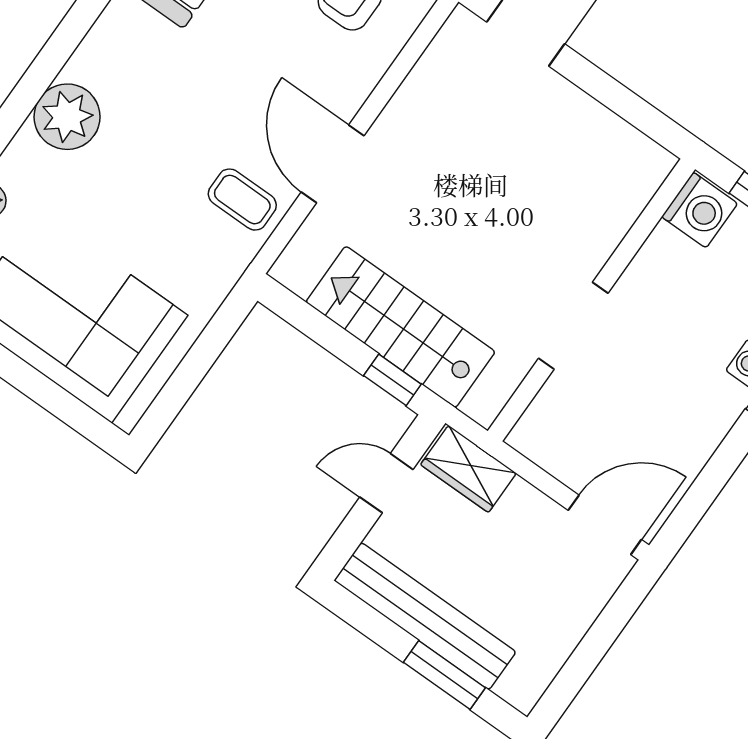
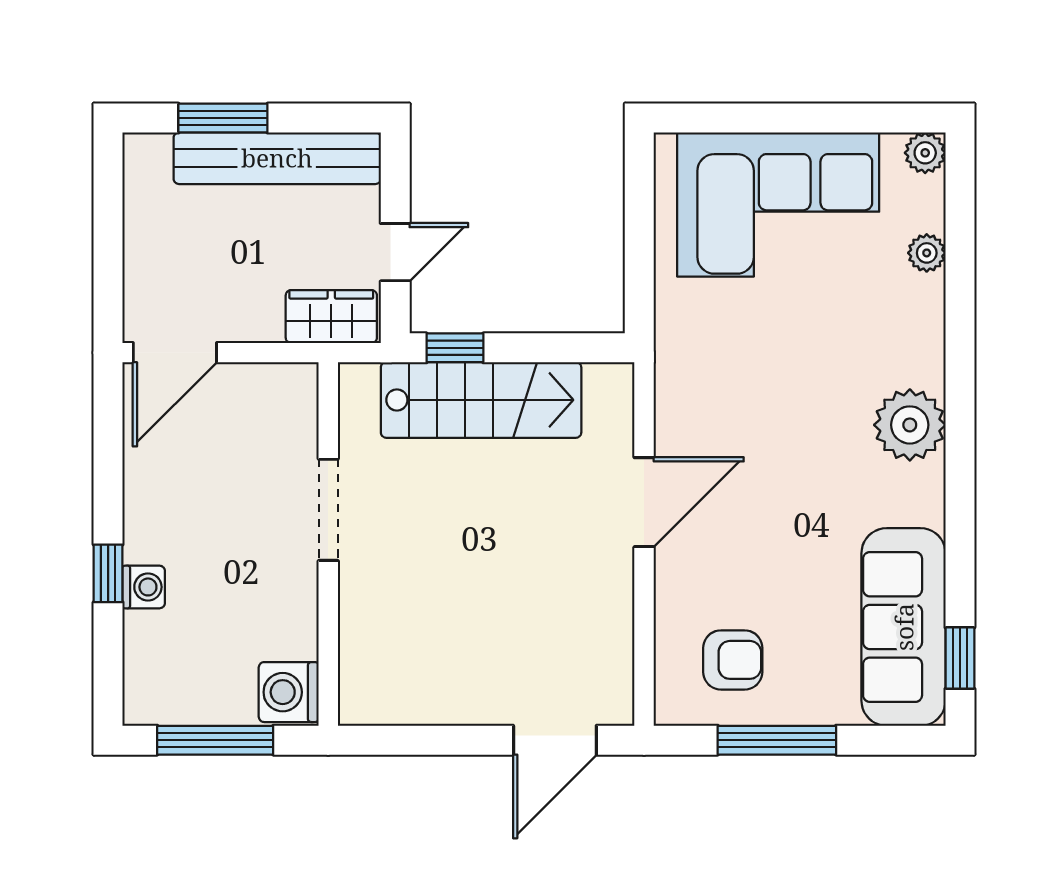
plant: (67, 117) -> (910, 425), moved
door: (333, 164) -> (644, 502), hinge flipped
coffee table: (242, 200) -> (702, 414), removed

